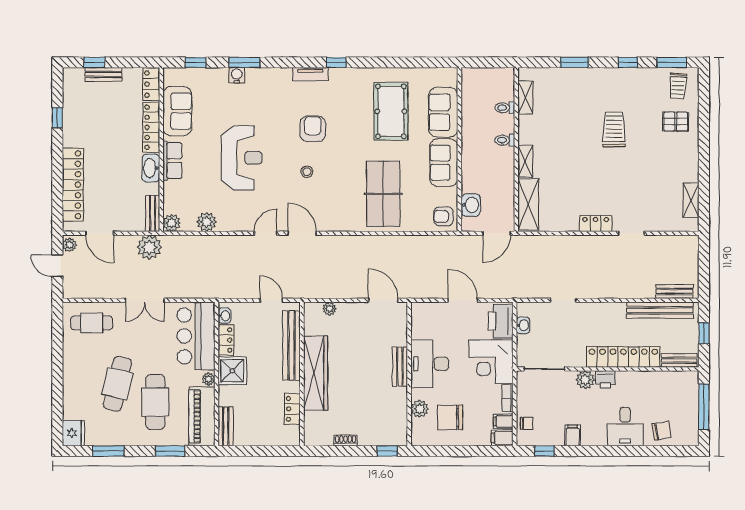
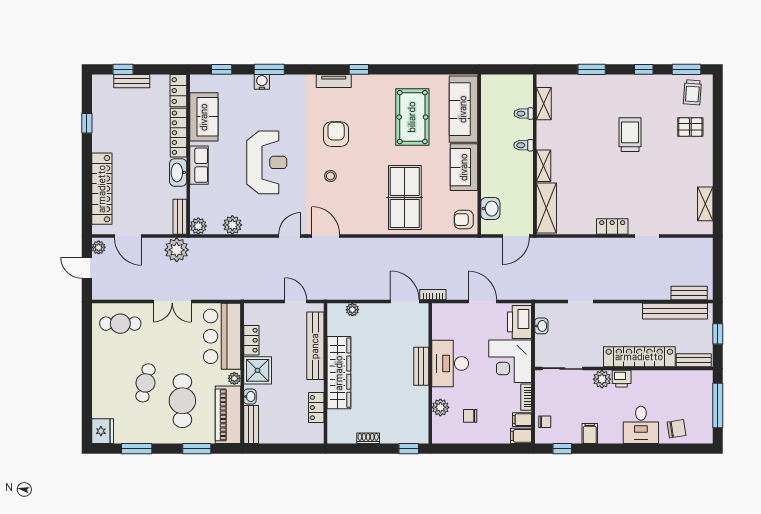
sofa: (443, 112) -> (463, 109), width x1.36
bookcase: (412, 293) -> (433, 295), added
washbasin: (224, 316) -> (250, 397), moved
cafe table: (117, 384) -> (145, 383), width x0.73, depth x0.74
chair: (450, 417) -> (470, 416), width x0.54, depth x0.54

